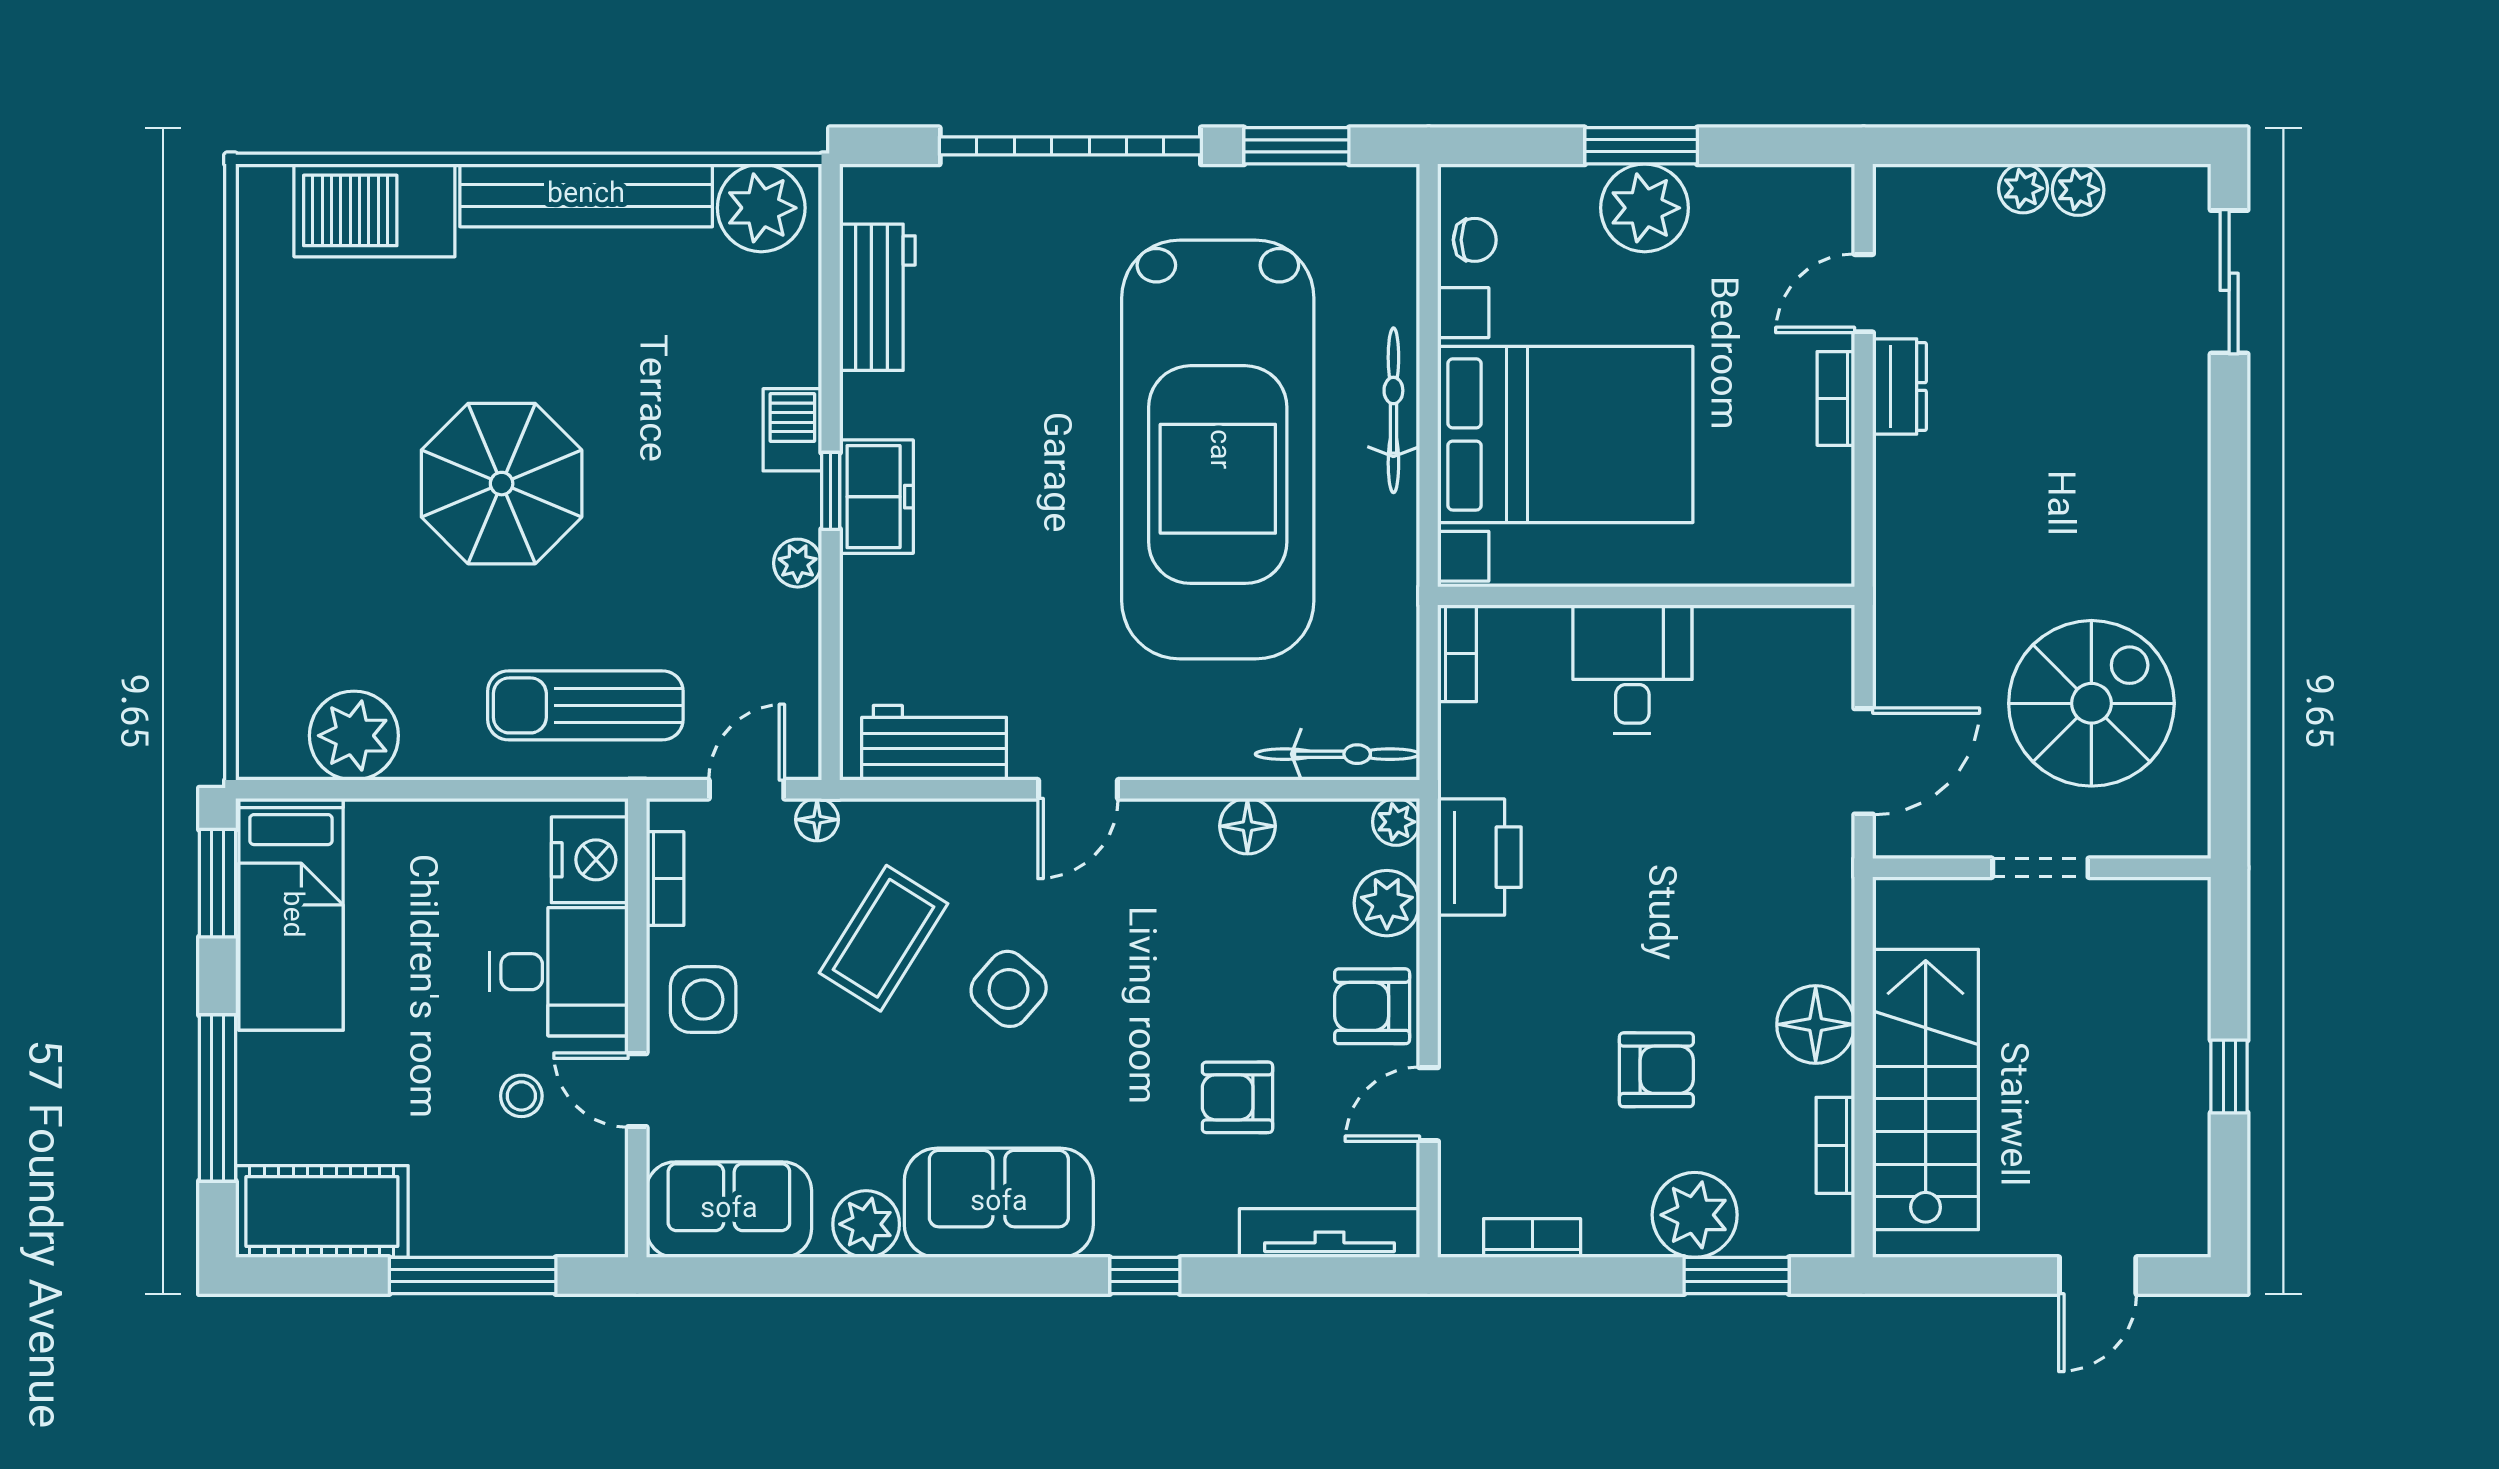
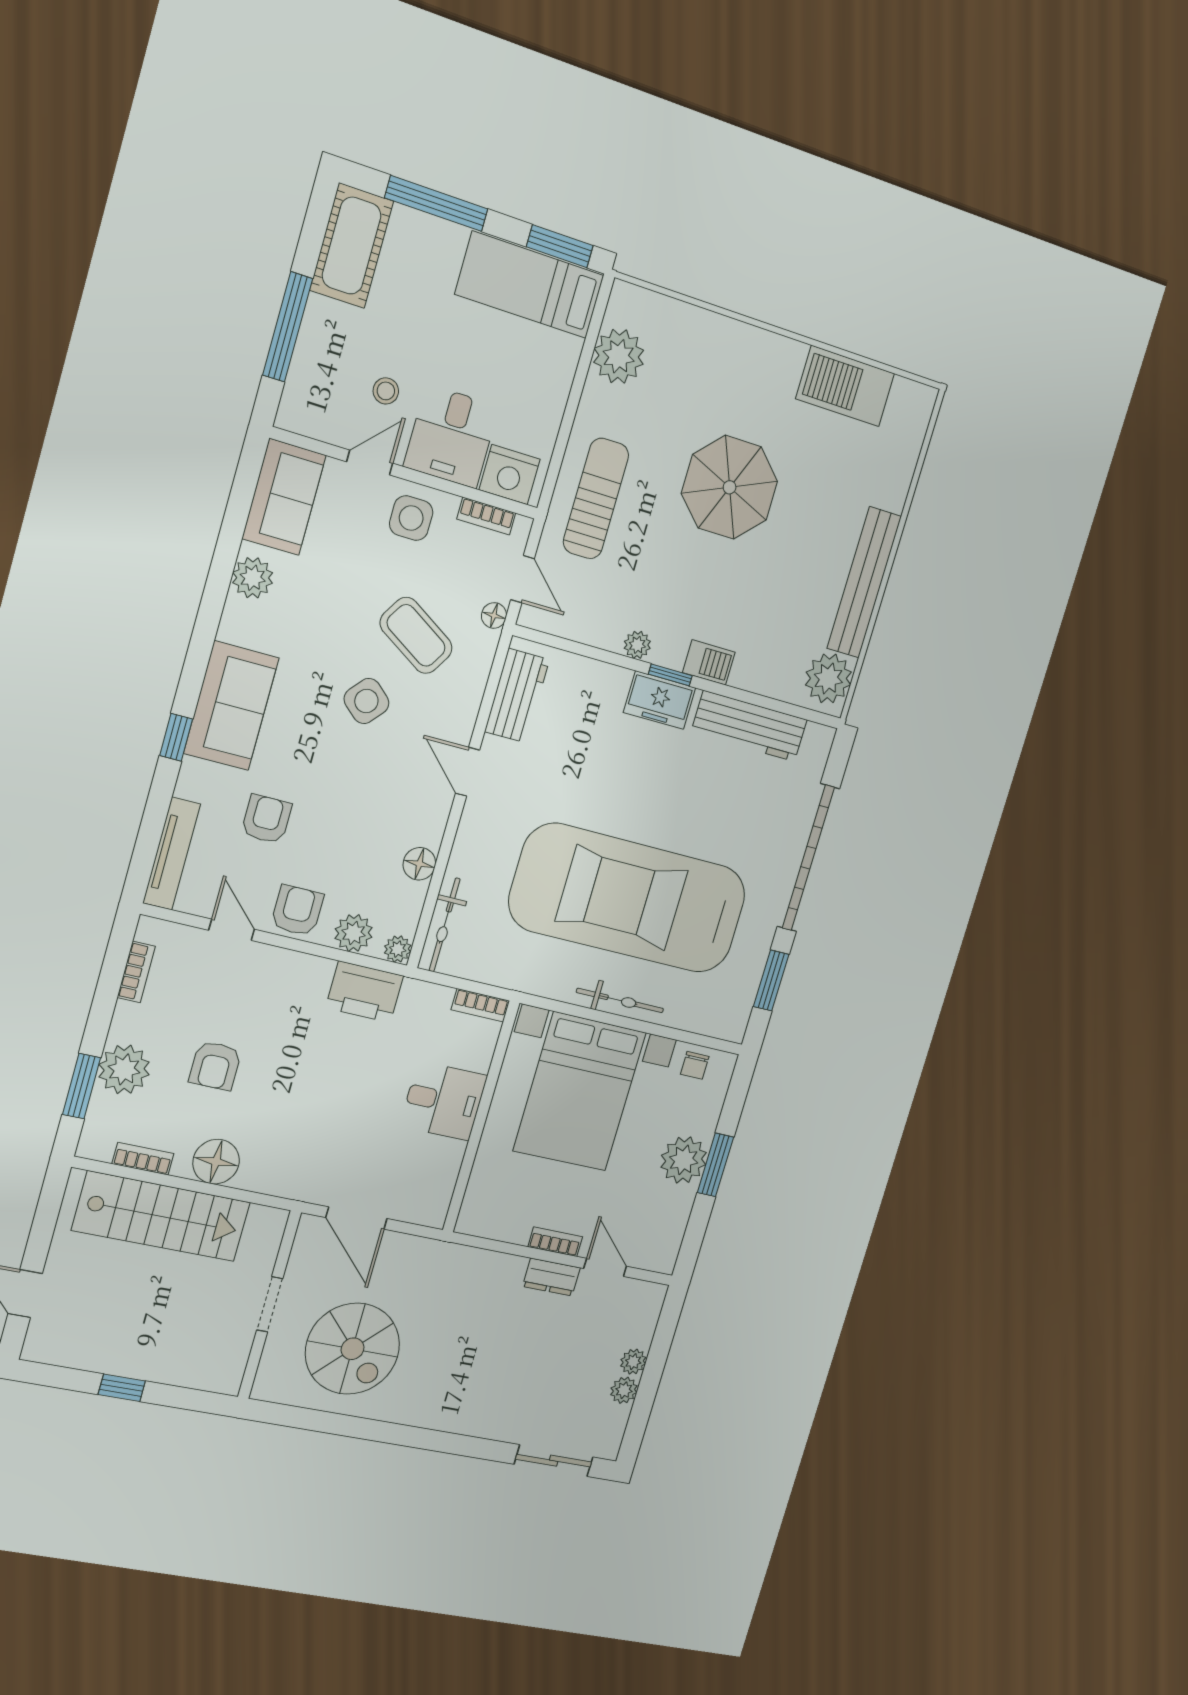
barbecue: (374, 210) -> (845, 386), moved, turned -90
workbench: (877, 297) -> (749, 726), width x1.38
sofa: (999, 1203) -> (231, 706), moved

